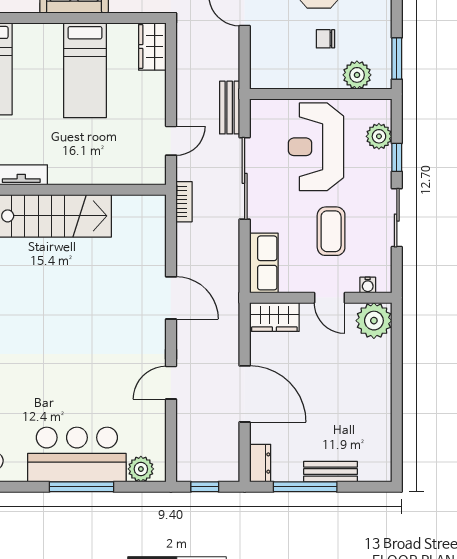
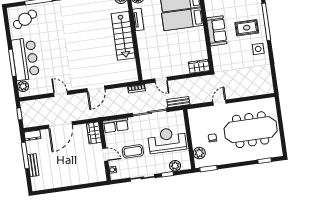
bed: (85, 70) -> (182, 19), moved
door: (330, 298) -> (105, 155), swing flipped
plant: (374, 321) -> (98, 174), removed

